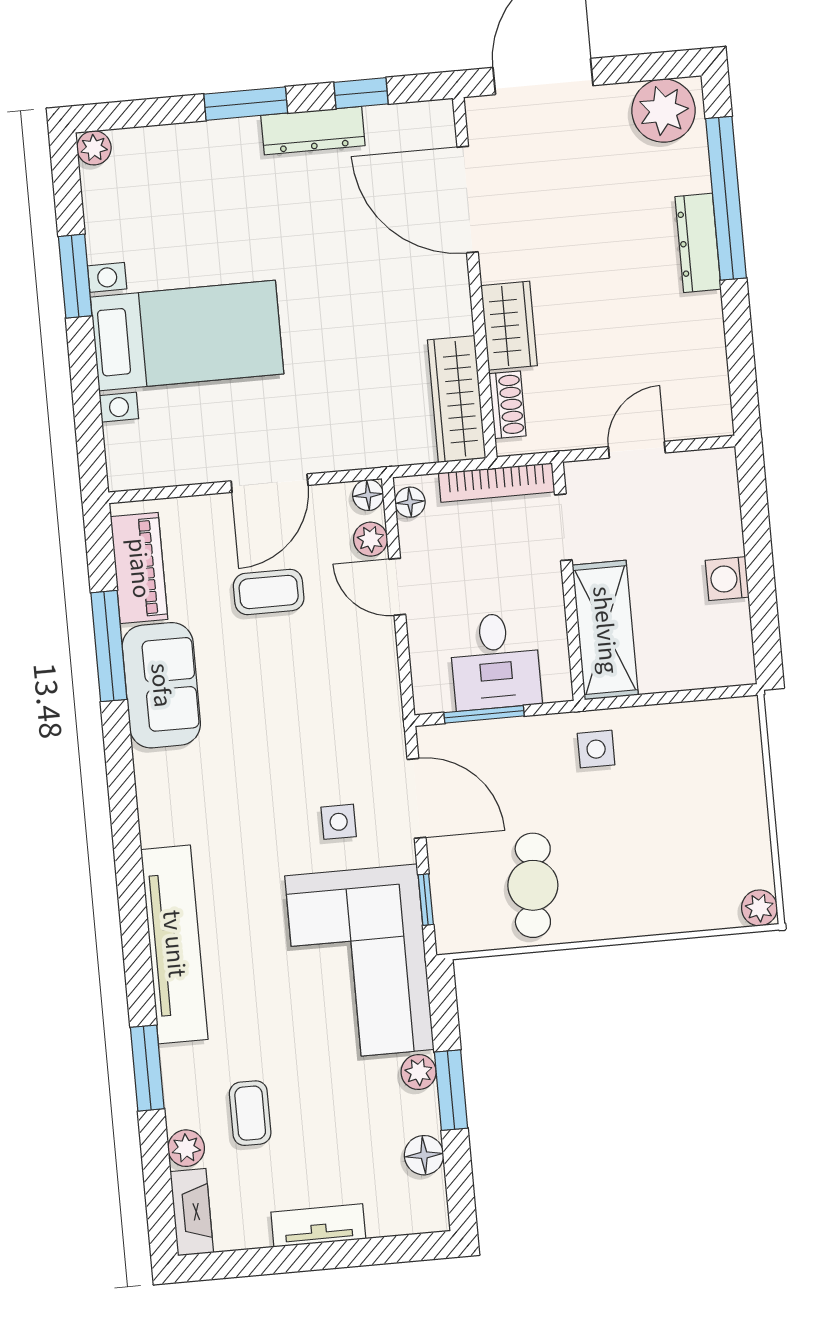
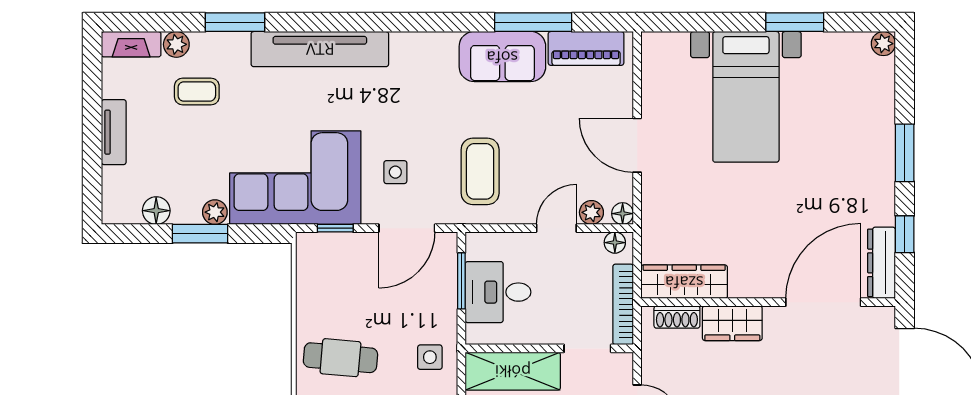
dresser: (313, 131) -> (882, 263), moved
coffee table: (269, 592) -> (480, 171), moved, width x1.36, depth x1.30
cafe table: (533, 885) -> (340, 358), moved

